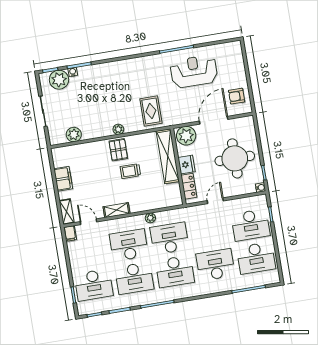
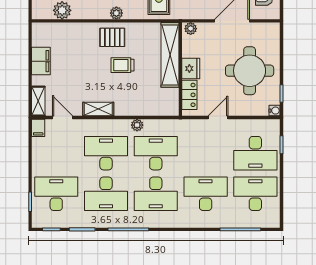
plant: (186, 136) -> (191, 29), width x0.53, depth x0.53
pallet: (118, 150) -> (112, 37), turned 90
desk: (256, 258) -> (255, 194), turned 180
desk: (94, 285) -> (56, 194), turned 180

